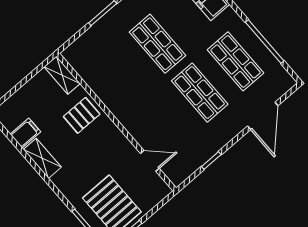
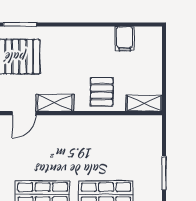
shelving: (42, 158) -> (55, 103), moved

